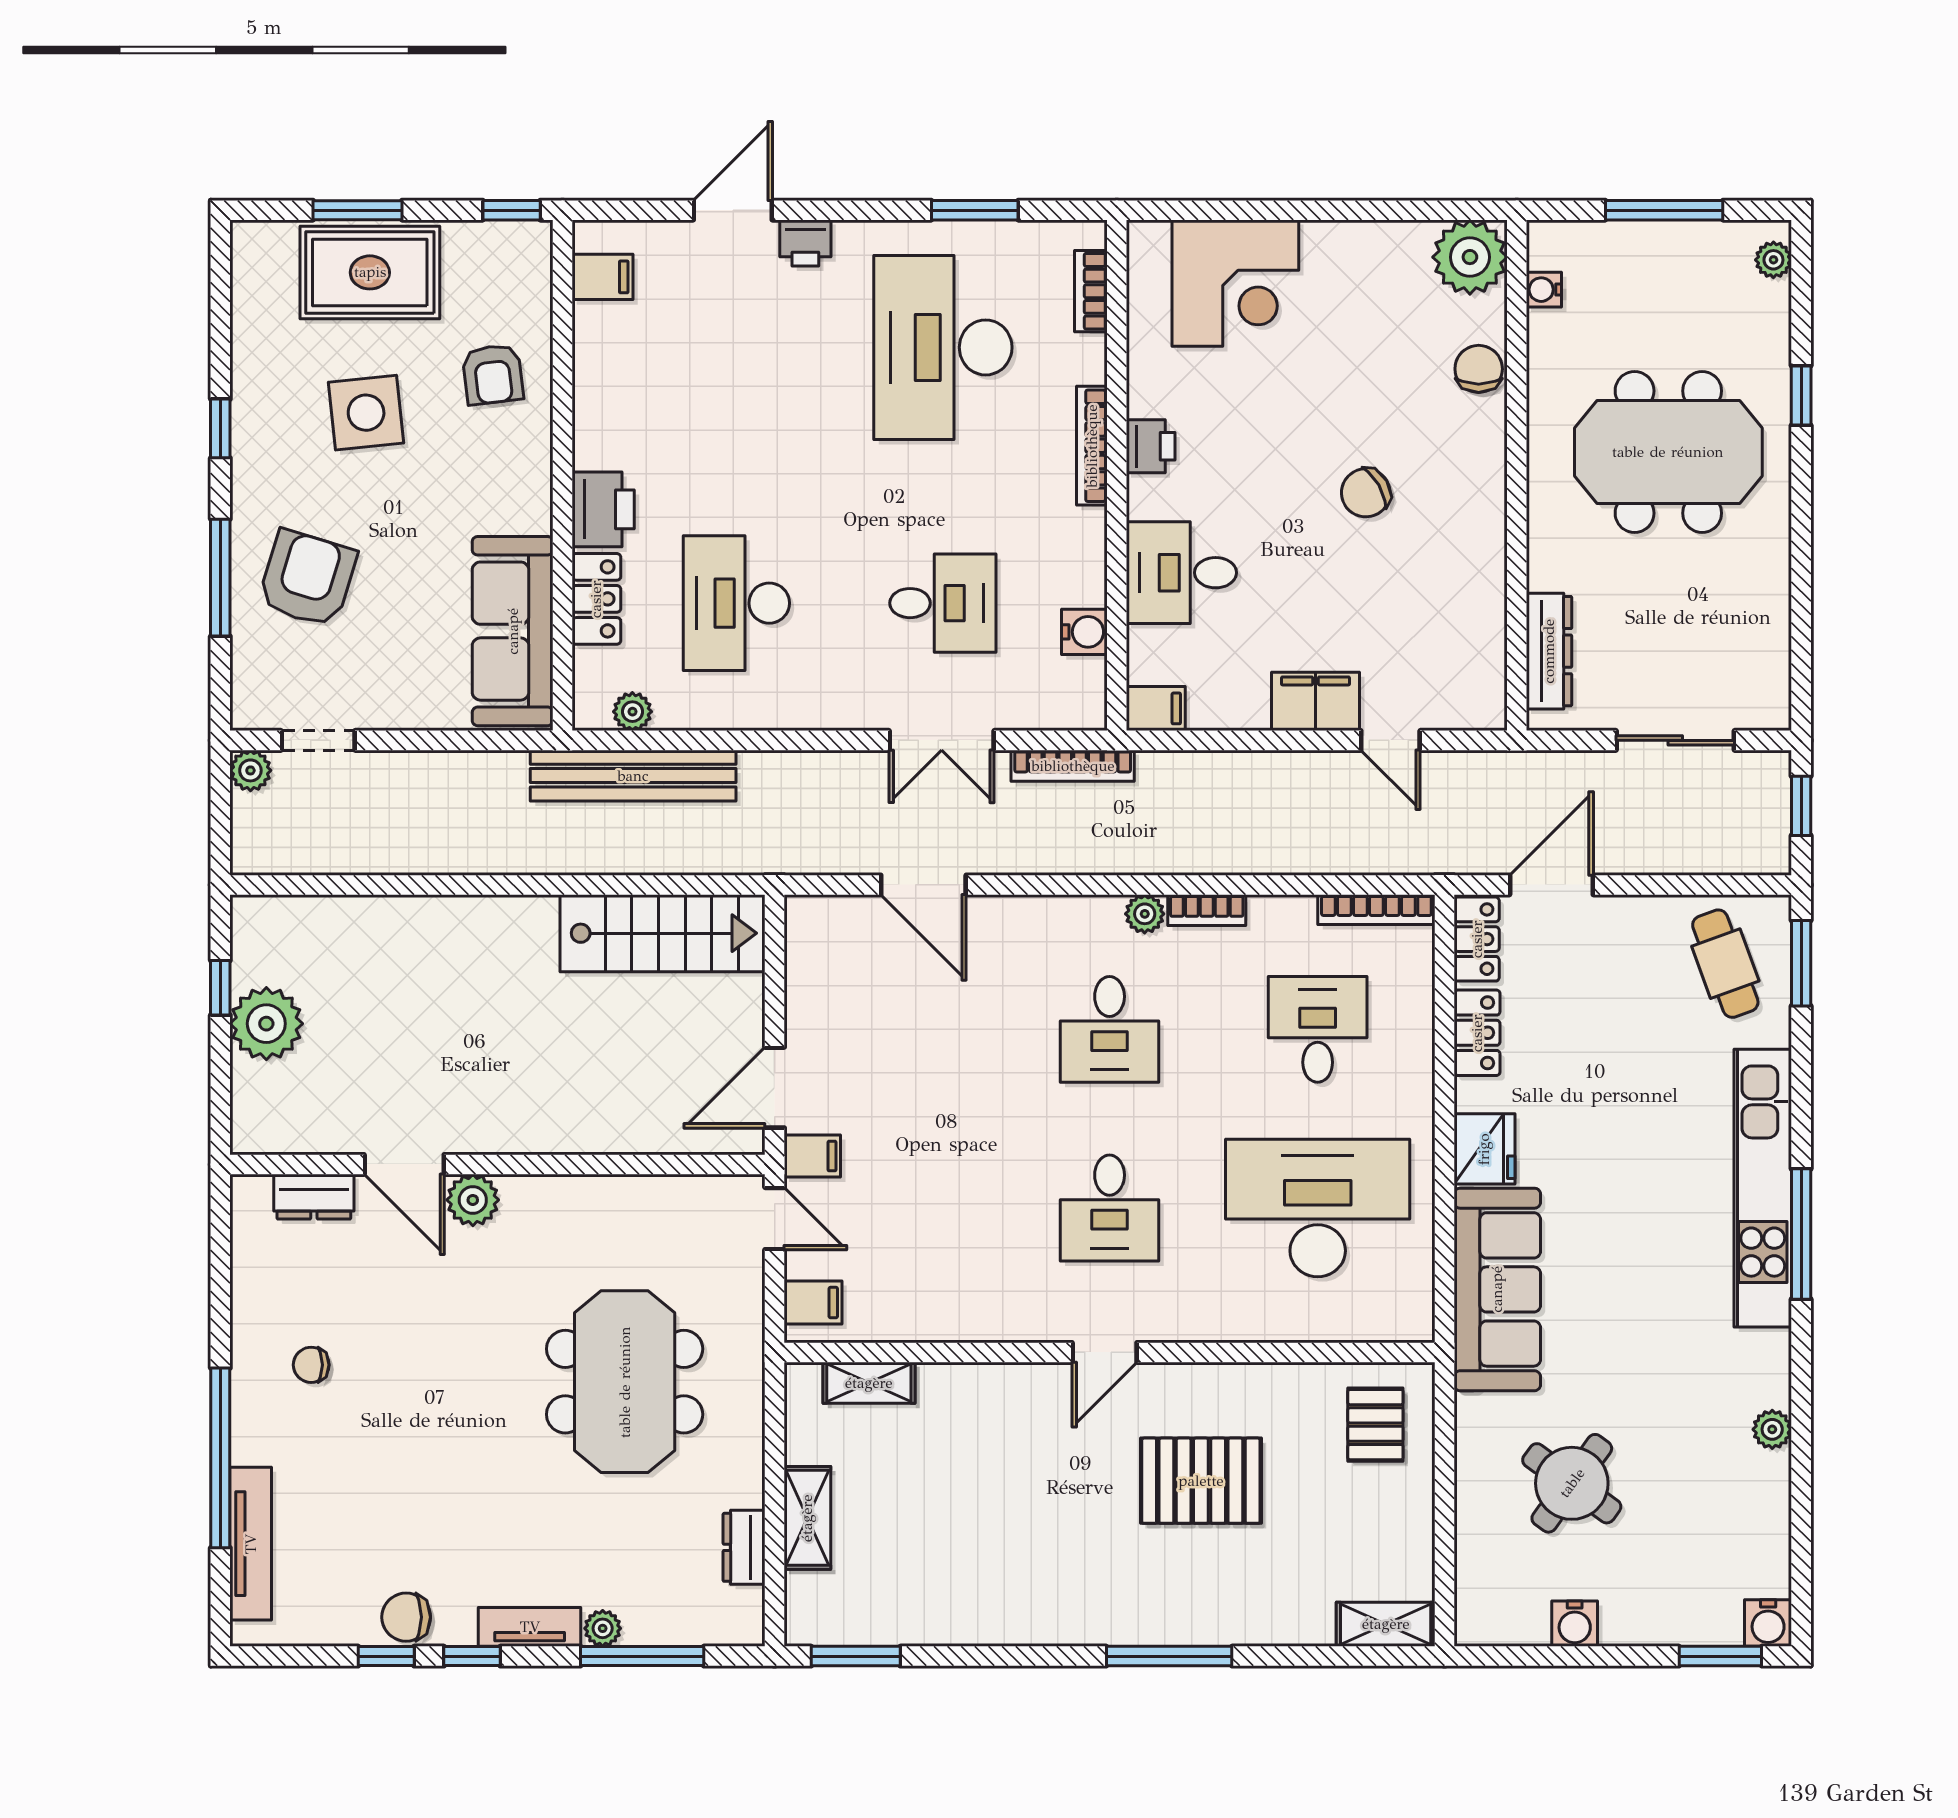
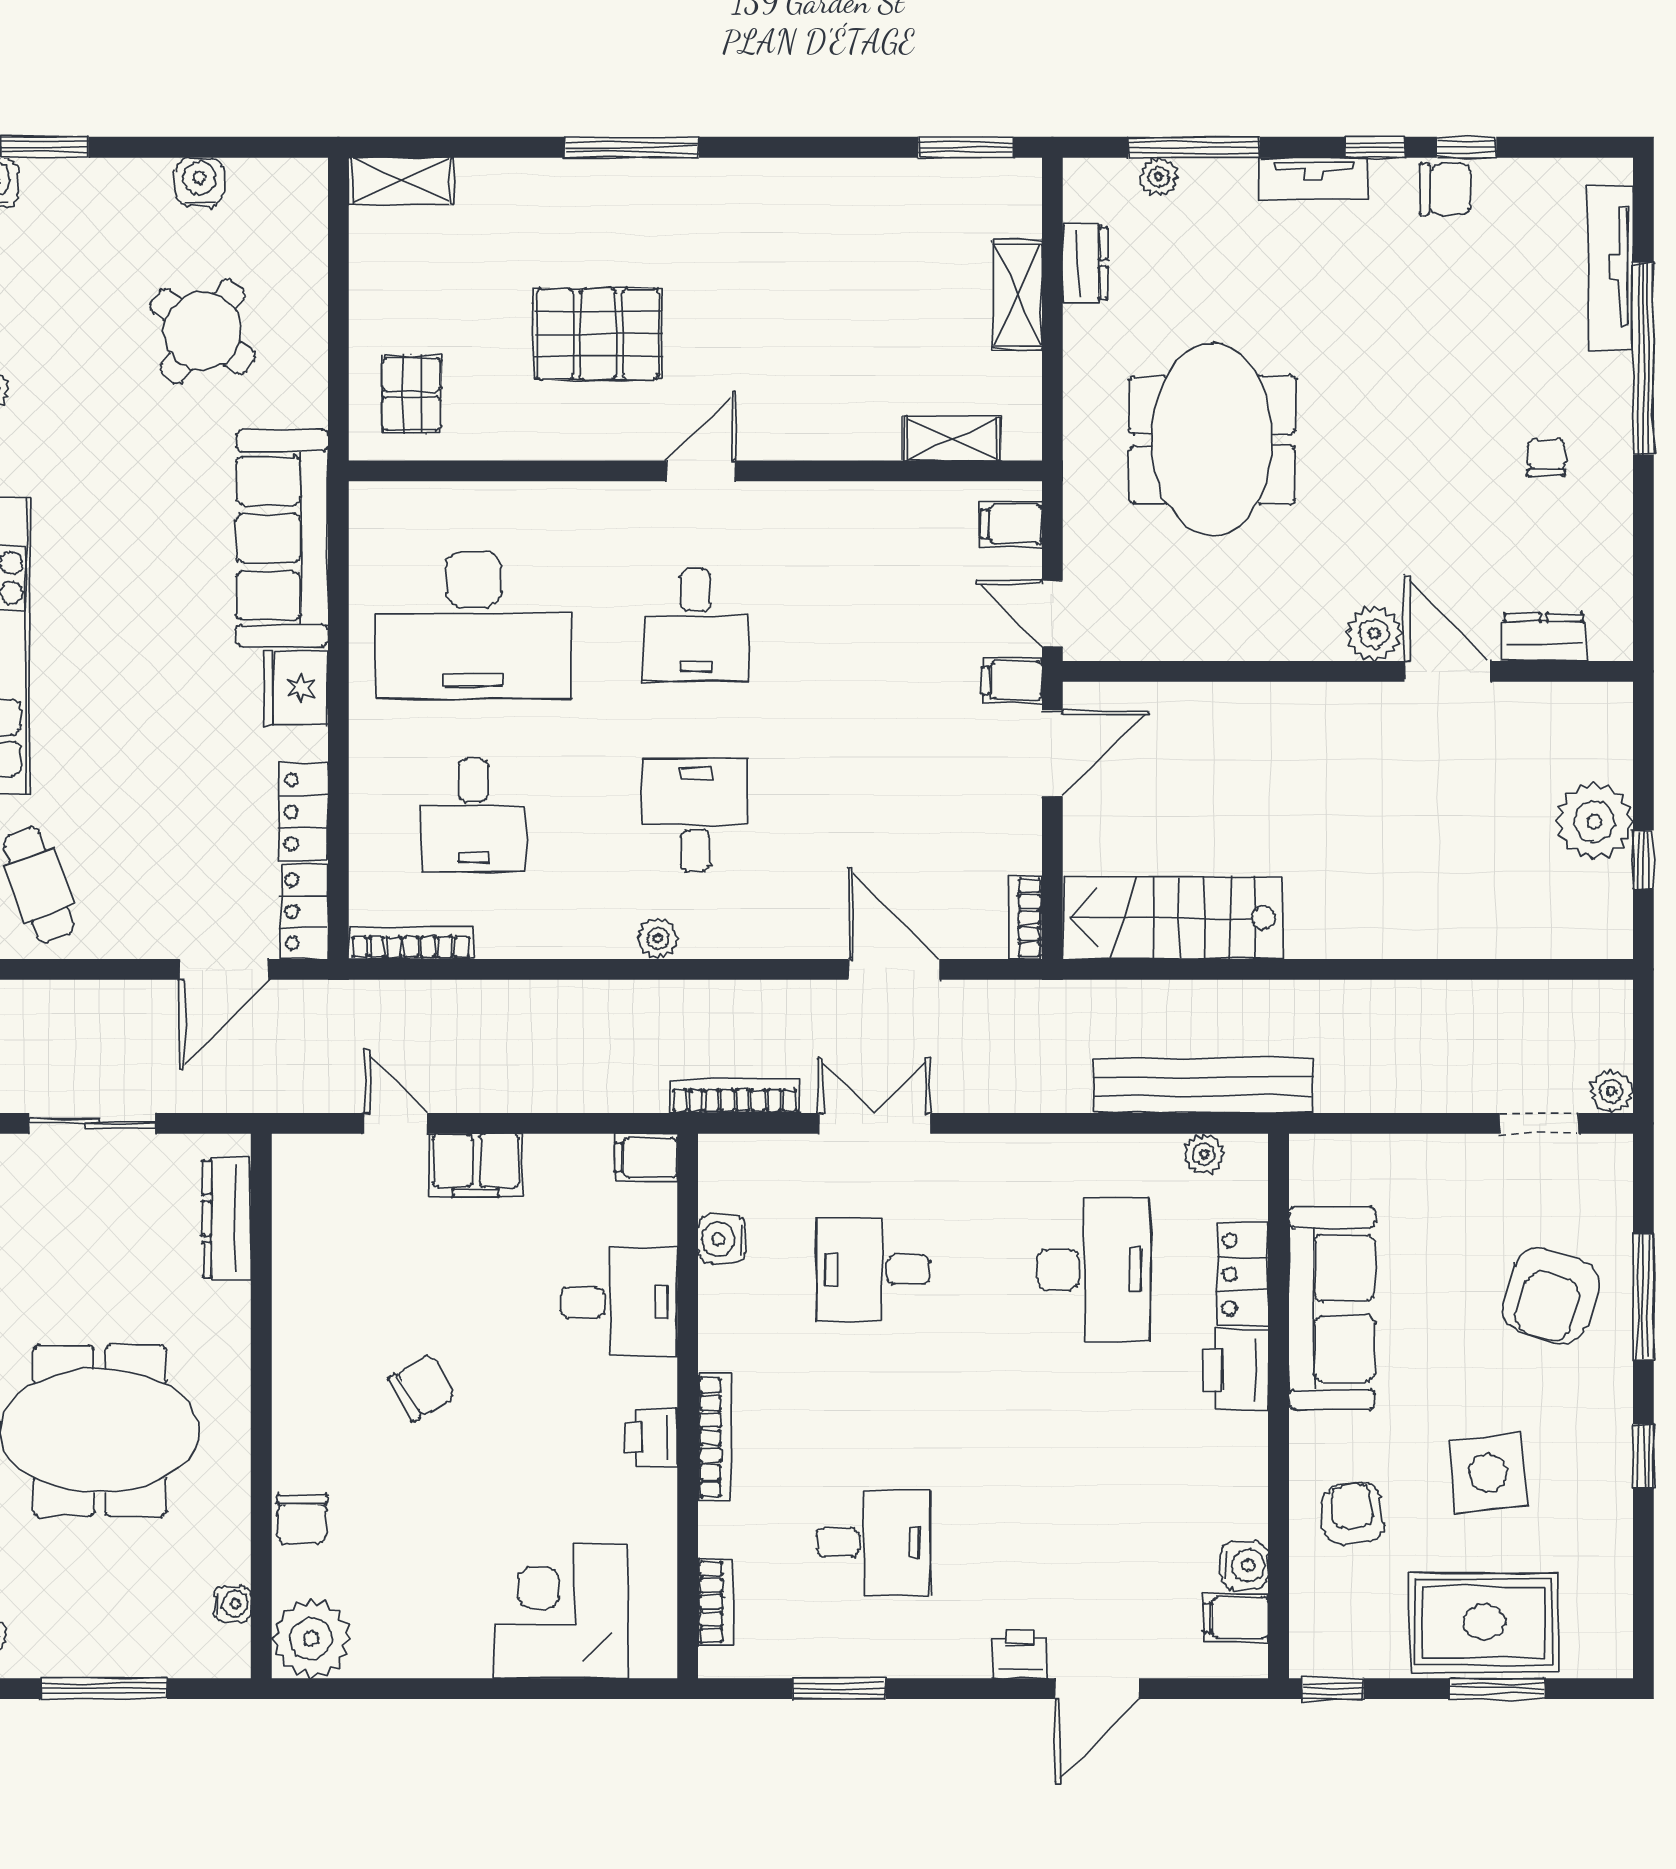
water cooler: (595, 326) -> (1244, 1565), added
desk: (943, 347) -> (873, 1542), width x0.53, depth x0.77
sofa: (513, 631) -> (1332, 1308), moved
bookcase: (1207, 910) -> (1026, 918), moved, turned -90
desk: (1110, 1208) -> (695, 625), turned 180
chair: (311, 1365) -> (1546, 458), turned -90
plant: (603, 1628) -> (1159, 177), moved

